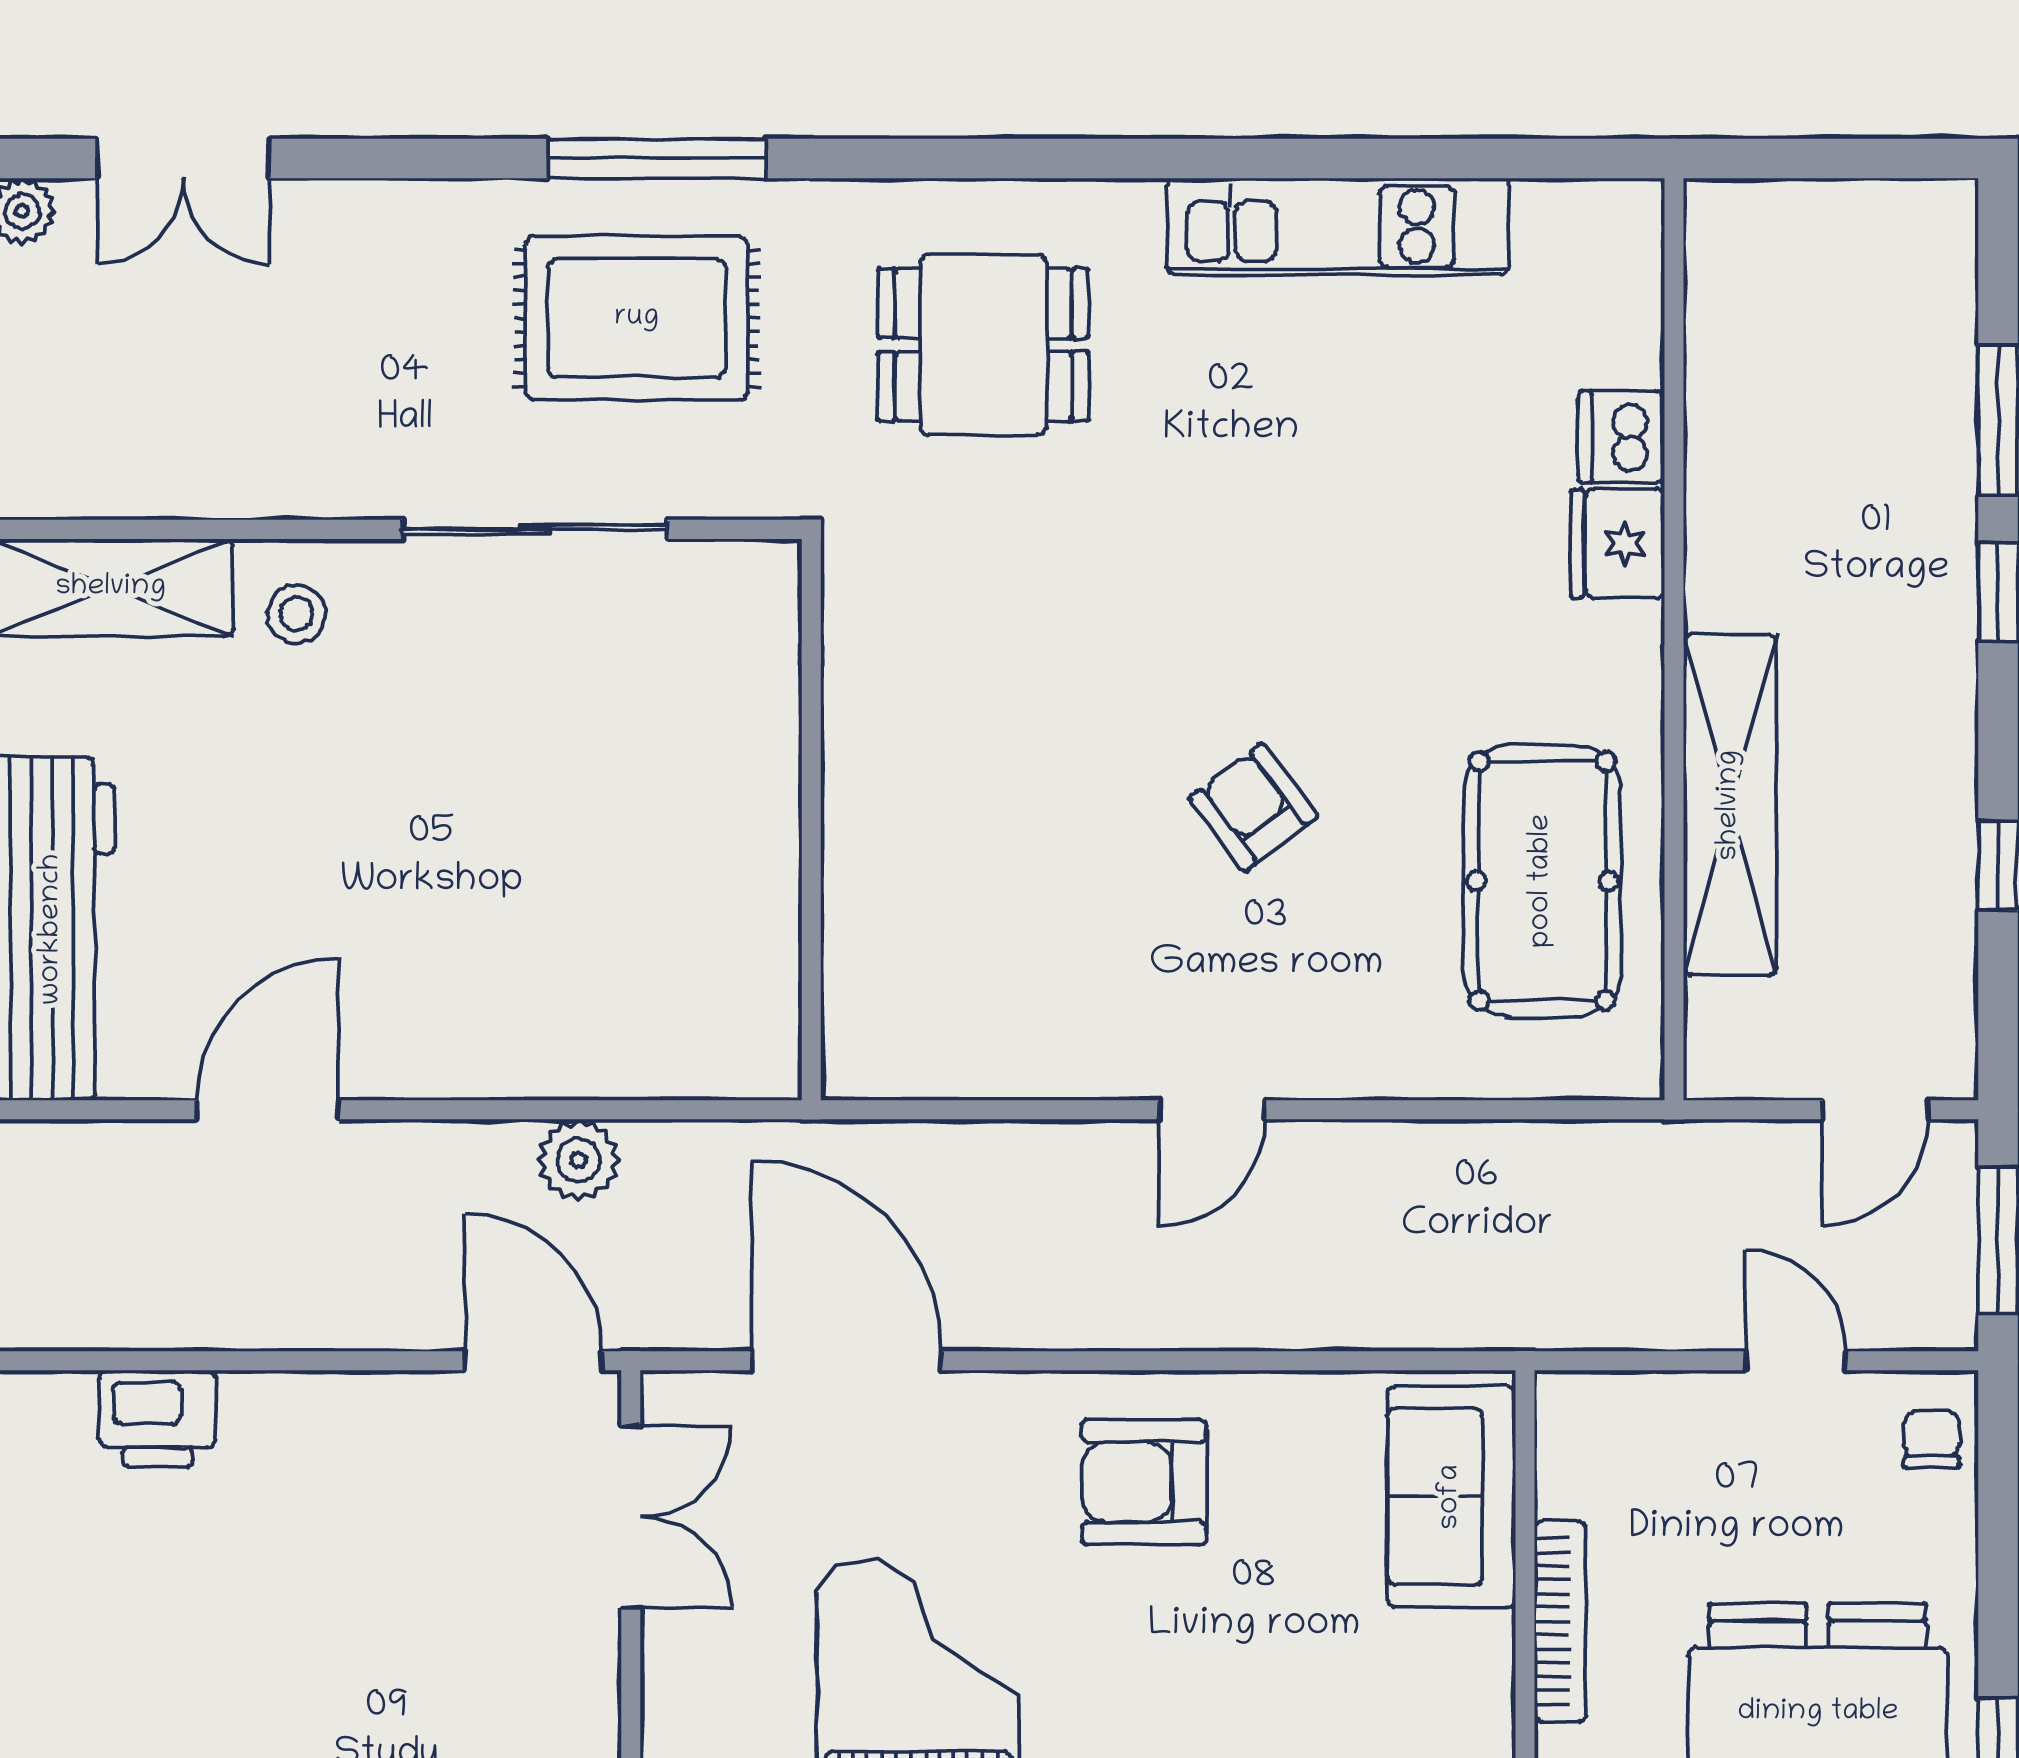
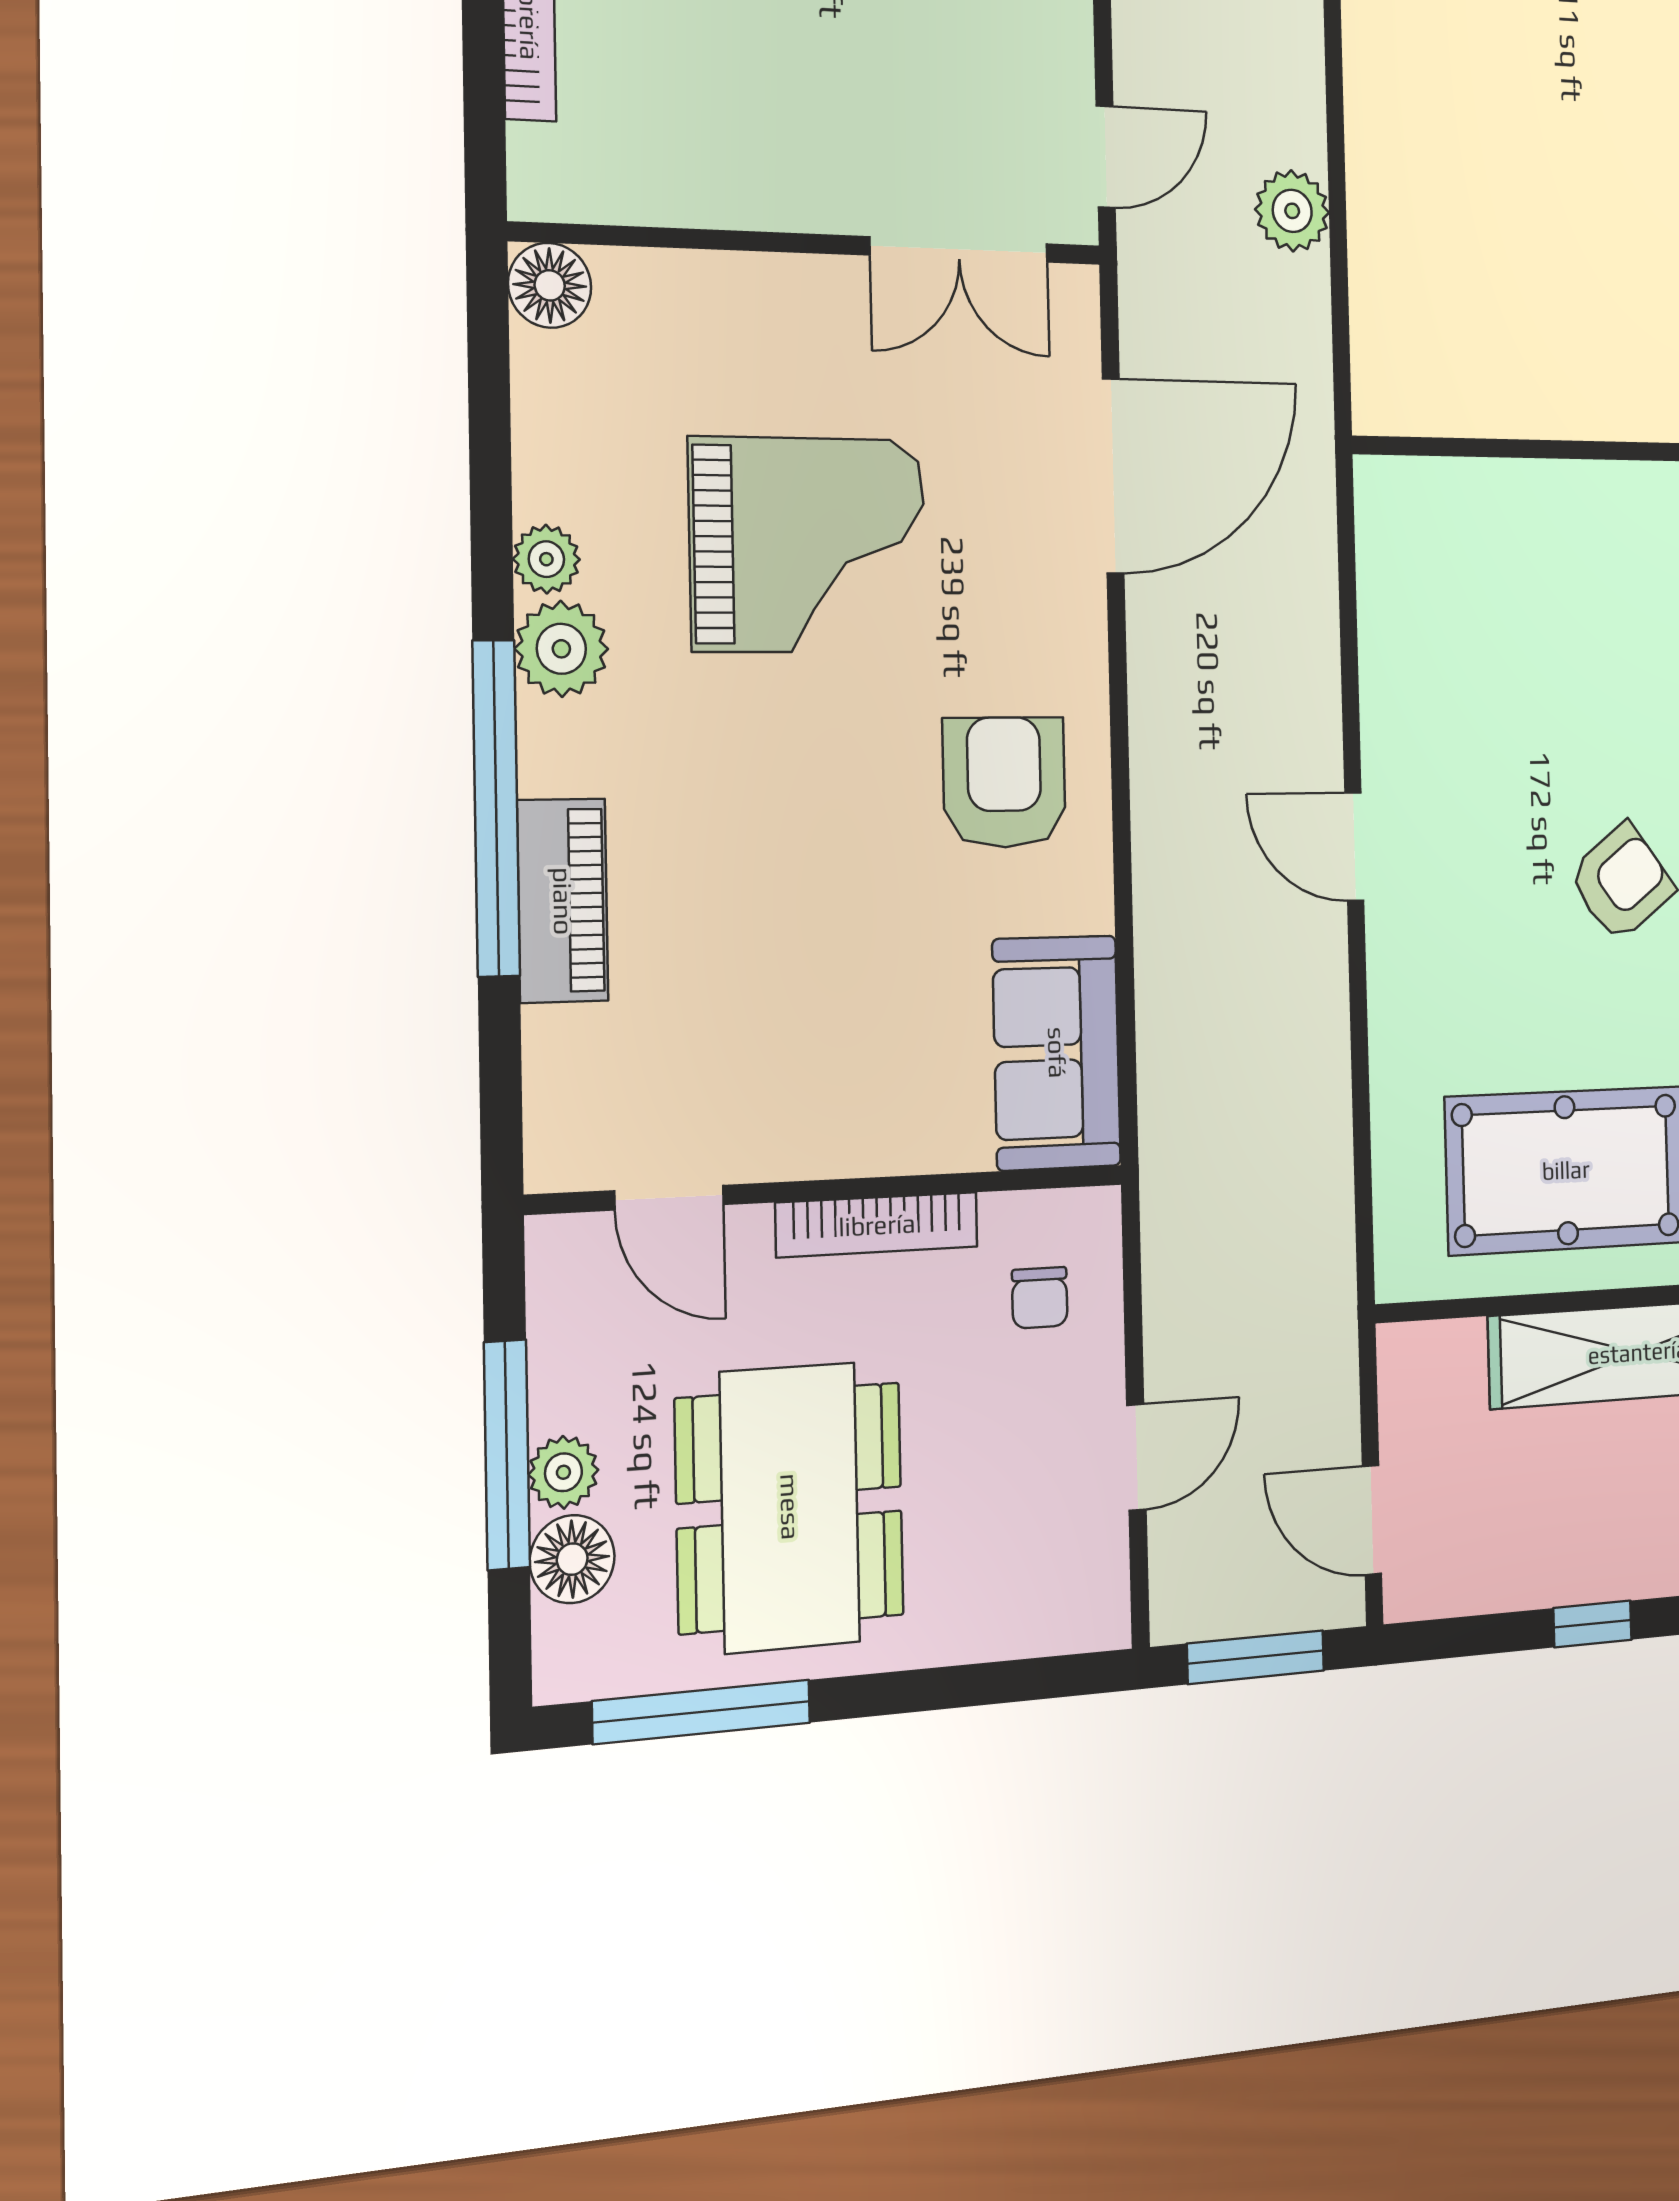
door: (534, 1361) -> (1106, 157), width x0.73
chair: (1932, 1439) -> (1040, 1298), moved, turned 90
sofa: (1451, 1497) -> (1057, 1053), moved, turned -90

